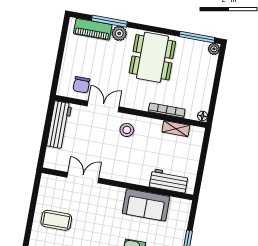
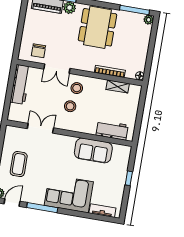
double door: (103, 106) -> (57, 69), swing flipped
stool: (119, 152) -> (70, 106), added
coffee table: (56, 220) -> (19, 164), turned 90

